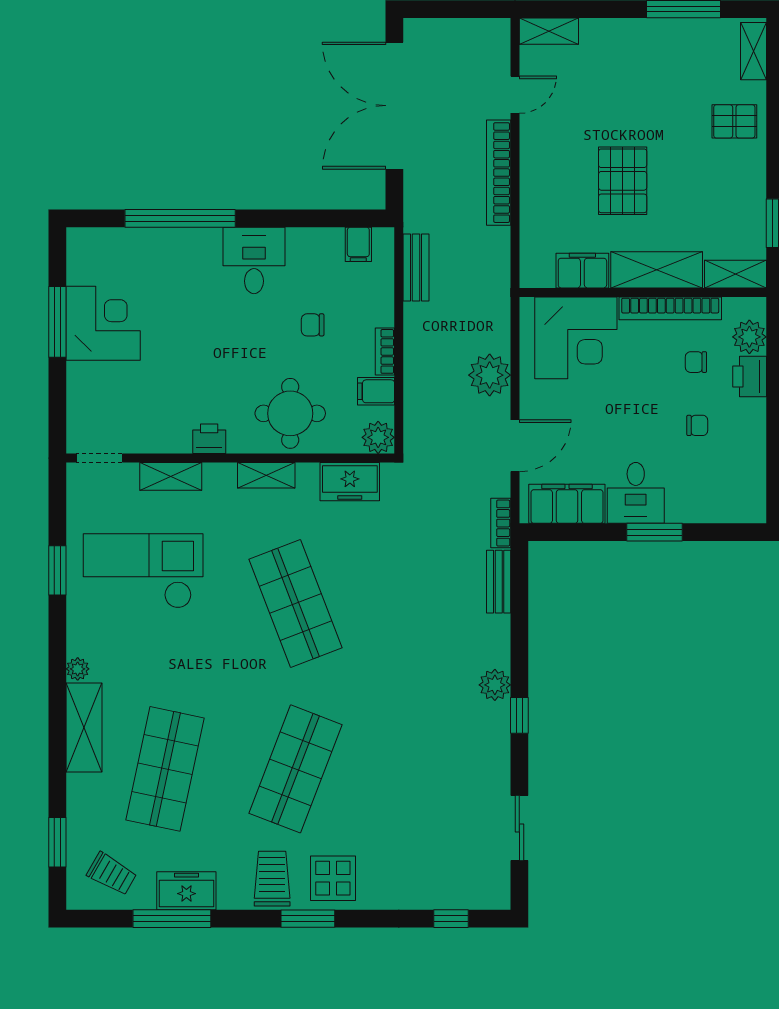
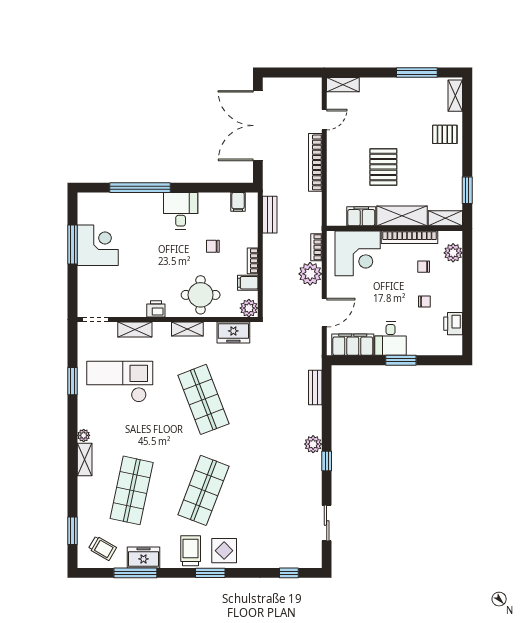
printer: (750, 376) -> (453, 324), moved
bookcase: (501, 523) -> (316, 247), moved
shelving: (84, 727) -> (85, 459), width x0.67, depth x0.75

